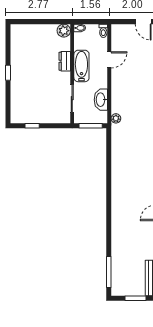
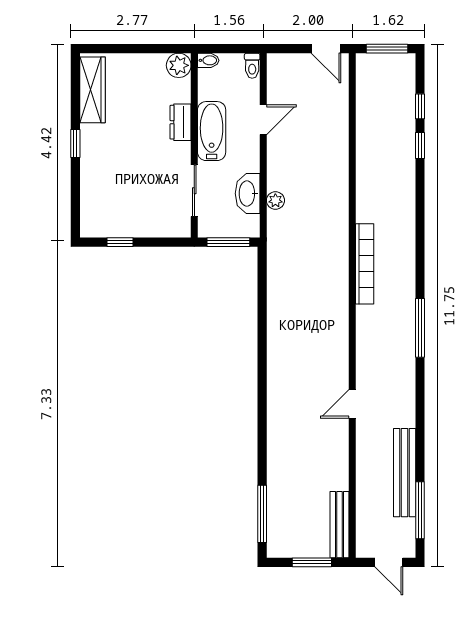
wardrobe: (17, 44) -> (92, 90), added
plant: (116, 118) -> (275, 200), moved

